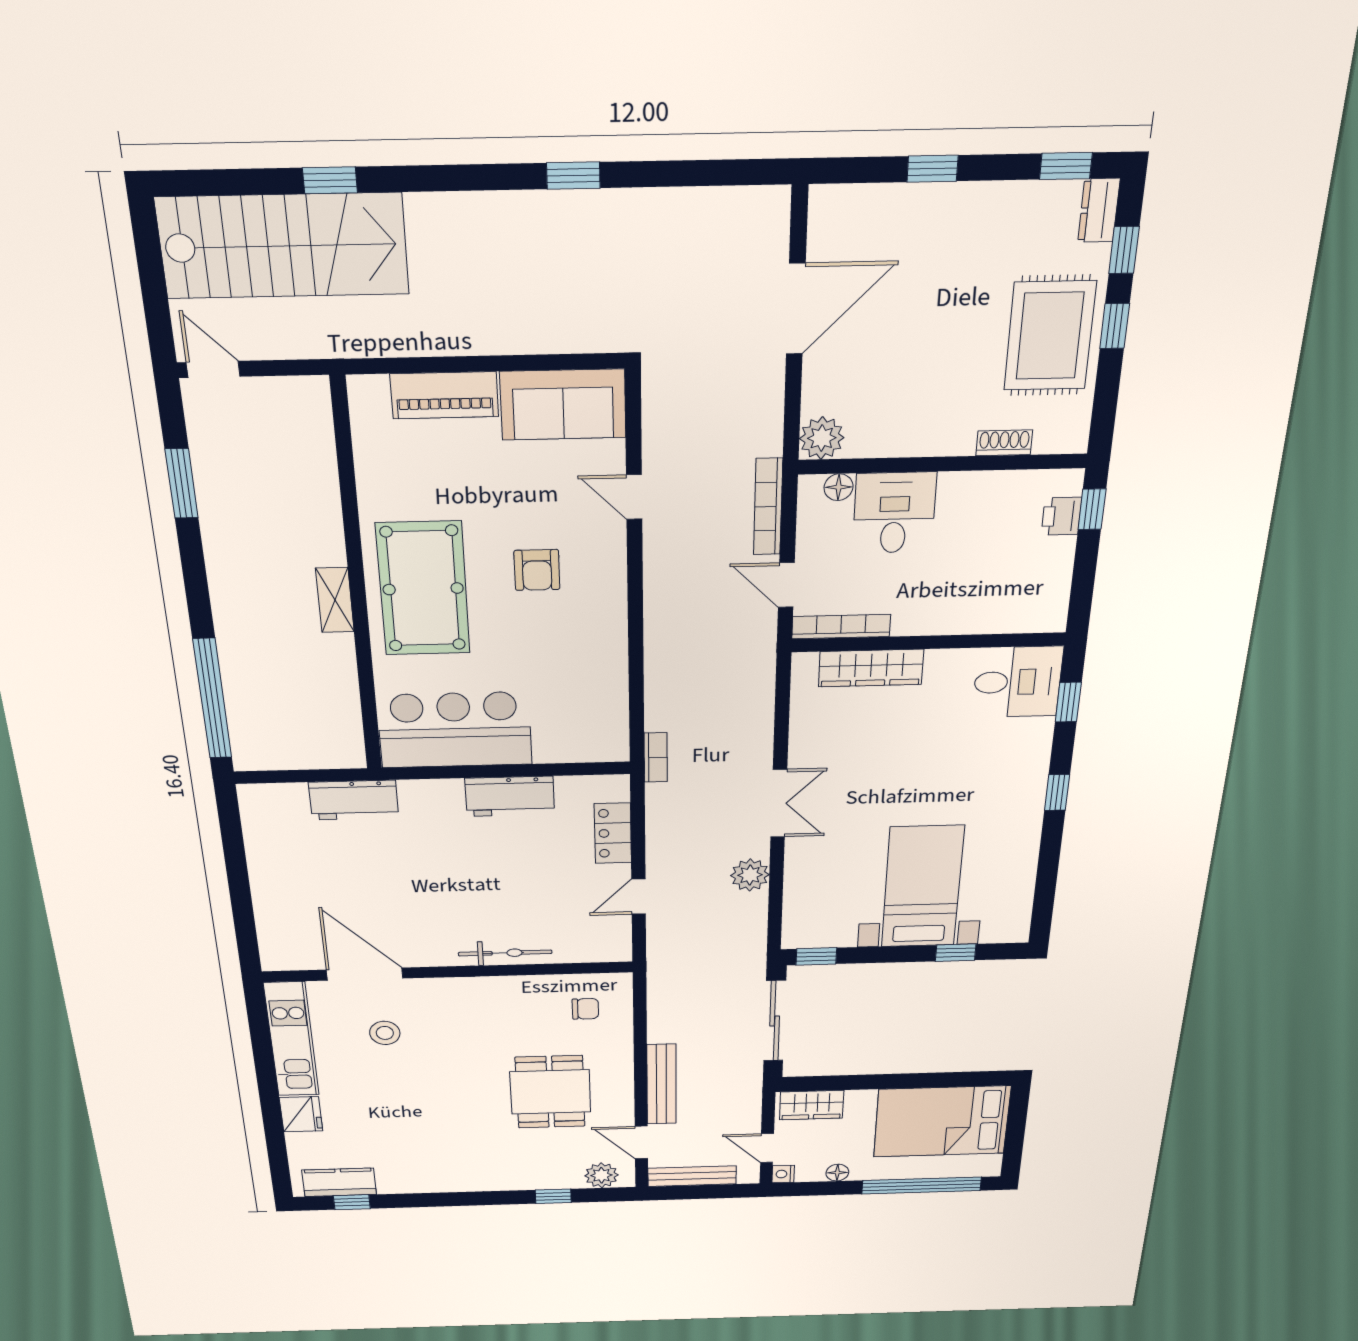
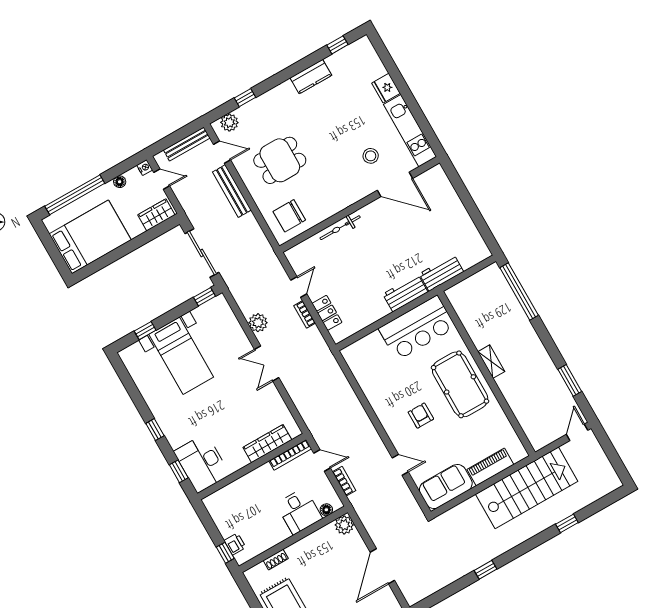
stairs: (283, 246) -> (527, 488), moved, turned 180
door: (213, 369) -> (577, 432), swing flipped
bookcase: (768, 507) -> (344, 481), width x0.64
desk: (1017, 682) -> (202, 463), width x1.37
bookcase: (656, 757) -> (305, 314), moved
workbench: (510, 796) -> (405, 293), moved
chair: (585, 1009) -> (289, 216), width x1.87, depth x1.87
dining table: (550, 1092) -> (280, 160), turned 90
kitchen counter: (339, 1182) -> (311, 77), moved

